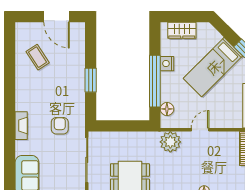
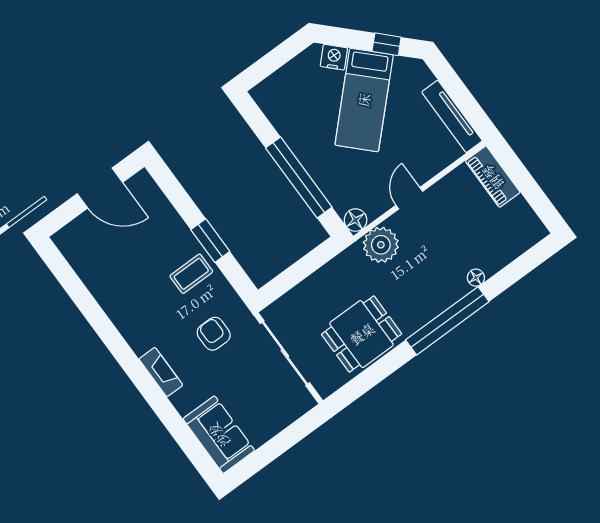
wardrobe: (182, 30) -> (285, 81), removed
coffee table: (38, 57) -> (191, 274), moved, turned -57
nightstand: (167, 64) -> (334, 57), moved, turned 135
floor lamp: (167, 109) -> (356, 220), moved

